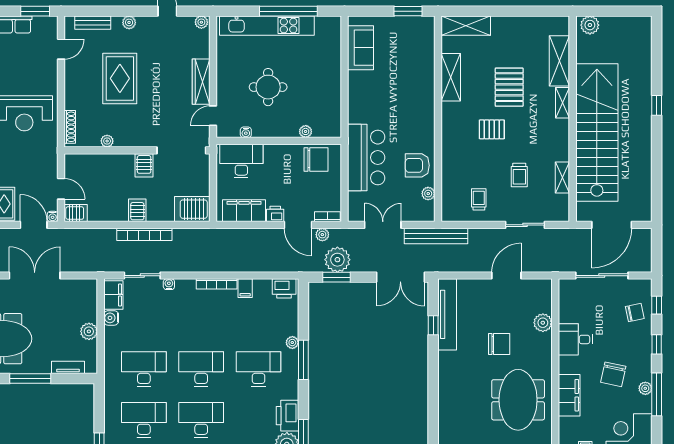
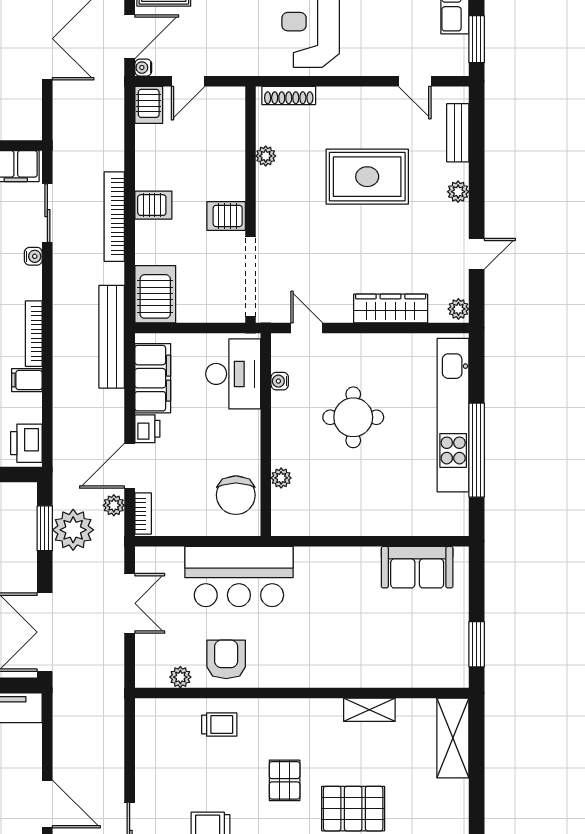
shelving: (451, 77) -> (369, 710), width x0.67, depth x0.75
wardrobe: (201, 82) -> (391, 309), moved
trolley: (479, 199) -> (219, 725), moved
bench: (436, 236) -> (112, 337), moved

